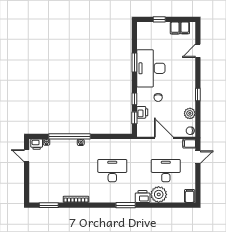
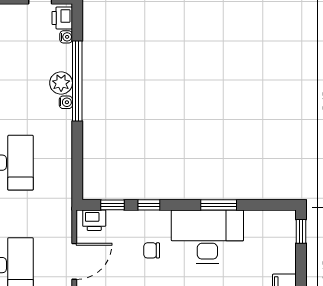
window: (159, 19) -> (301, 231), moved
printer: (142, 112) -> (94, 220), moved
plant: (71, 145) -> (61, 83), added

